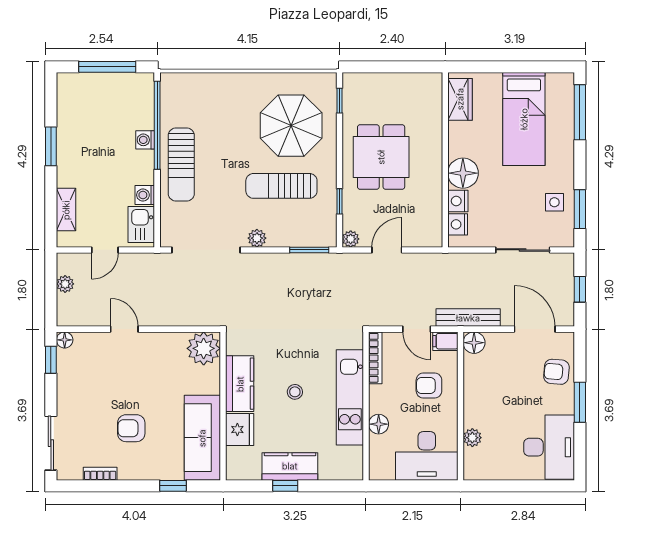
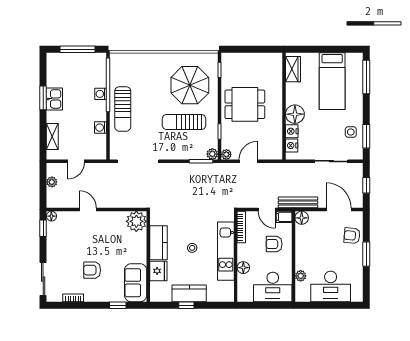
dining table: (381, 157) -> (245, 104), turned 90
kitchen sink: (141, 225) -> (54, 99), moved, turned 180
plant: (257, 238) -> (212, 154), moved
sofa: (202, 438) -> (136, 283), width x0.73
desk: (549, 447) -> (331, 286), moved, turned 90

